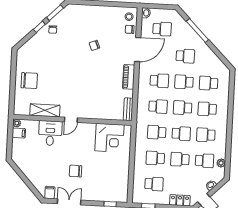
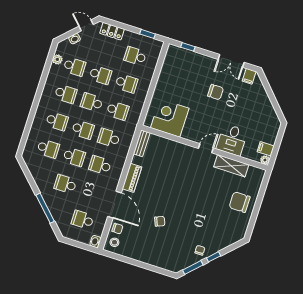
door: (138, 50) -> (115, 205), swing flipped
school desk: (204, 161) -> (74, 67), turned 180

